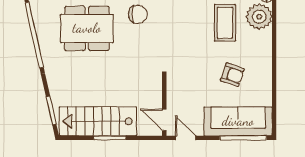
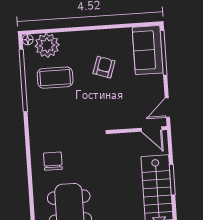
door: (164, 120) -> (151, 129), hinge flipped
sofa: (238, 121) -> (148, 50), width x0.73

